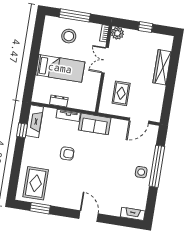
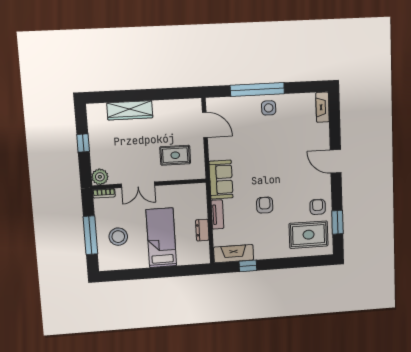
armchair: (56, 195) -> (318, 207), added
door: (89, 216) -> (336, 161), hinge flipped

